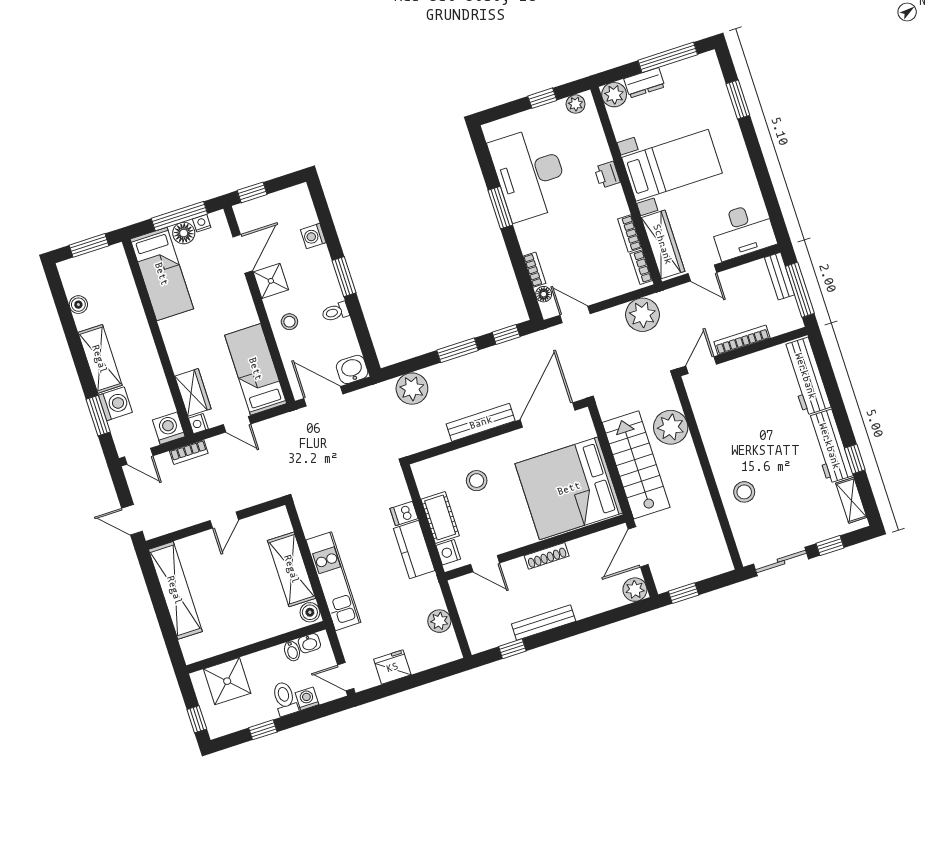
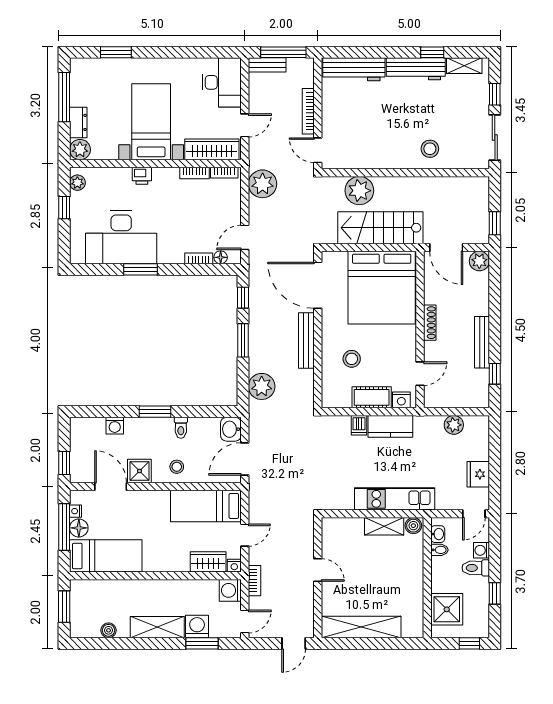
shelving: (292, 569) -> (384, 526), width x0.67, depth x0.75

